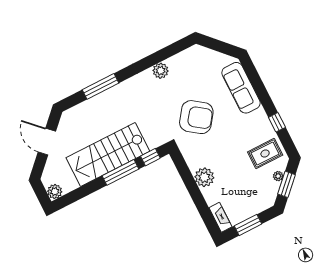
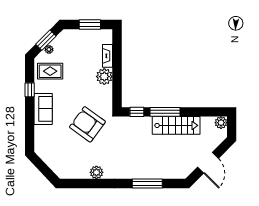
sofa: (241, 88) -> (43, 109), moved, width x0.73
stairs: (108, 155) -> (176, 125), width x0.73, depth x0.66
fireplace: (220, 217) -> (107, 56), moved

